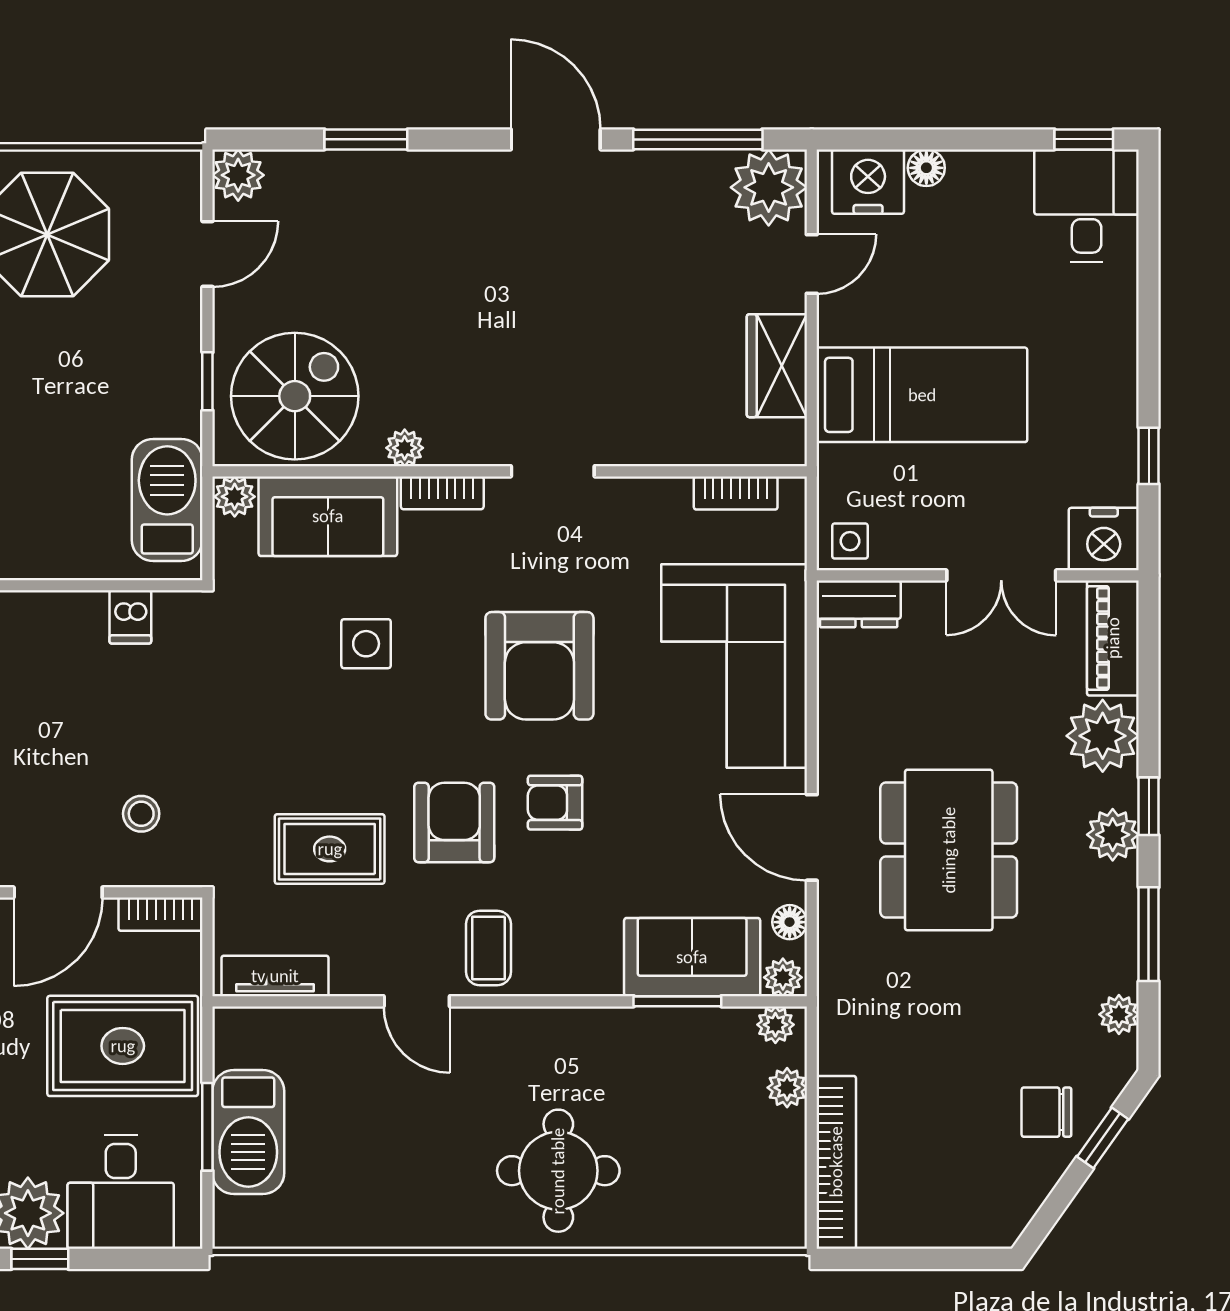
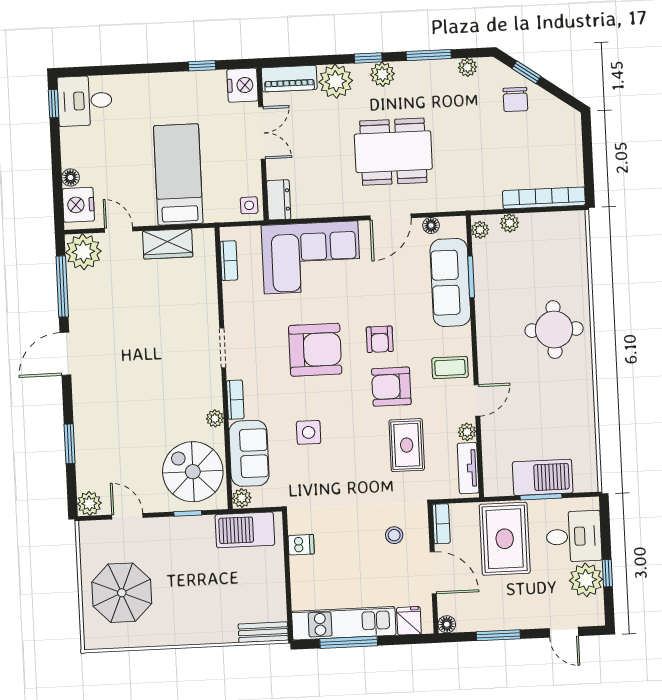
sofa: (692, 957) -> (450, 282), width x1.36
plant: (783, 977) -> (467, 432), moved

